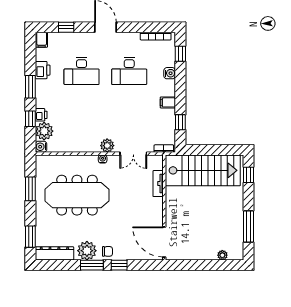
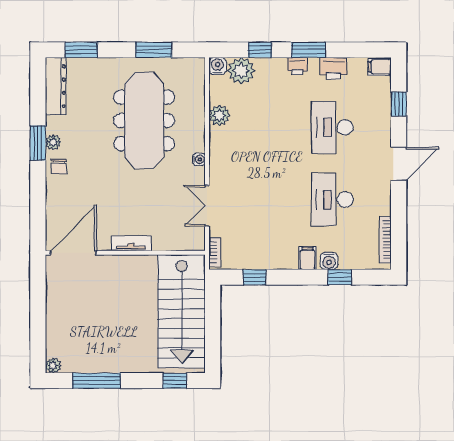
window: (180, 54) -> (340, 277), moved
filing cabinet: (168, 102) -> (308, 258), moved
printer: (41, 115) -> (297, 66), moved
plant: (107, 146) -> (219, 115), moved
tv unit: (158, 184) -> (131, 243), moved
plant: (87, 251) -> (53, 142), width x0.53, depth x0.53
plant: (222, 255) -> (53, 365), moved
window: (119, 265) -> (38, 184), removed

